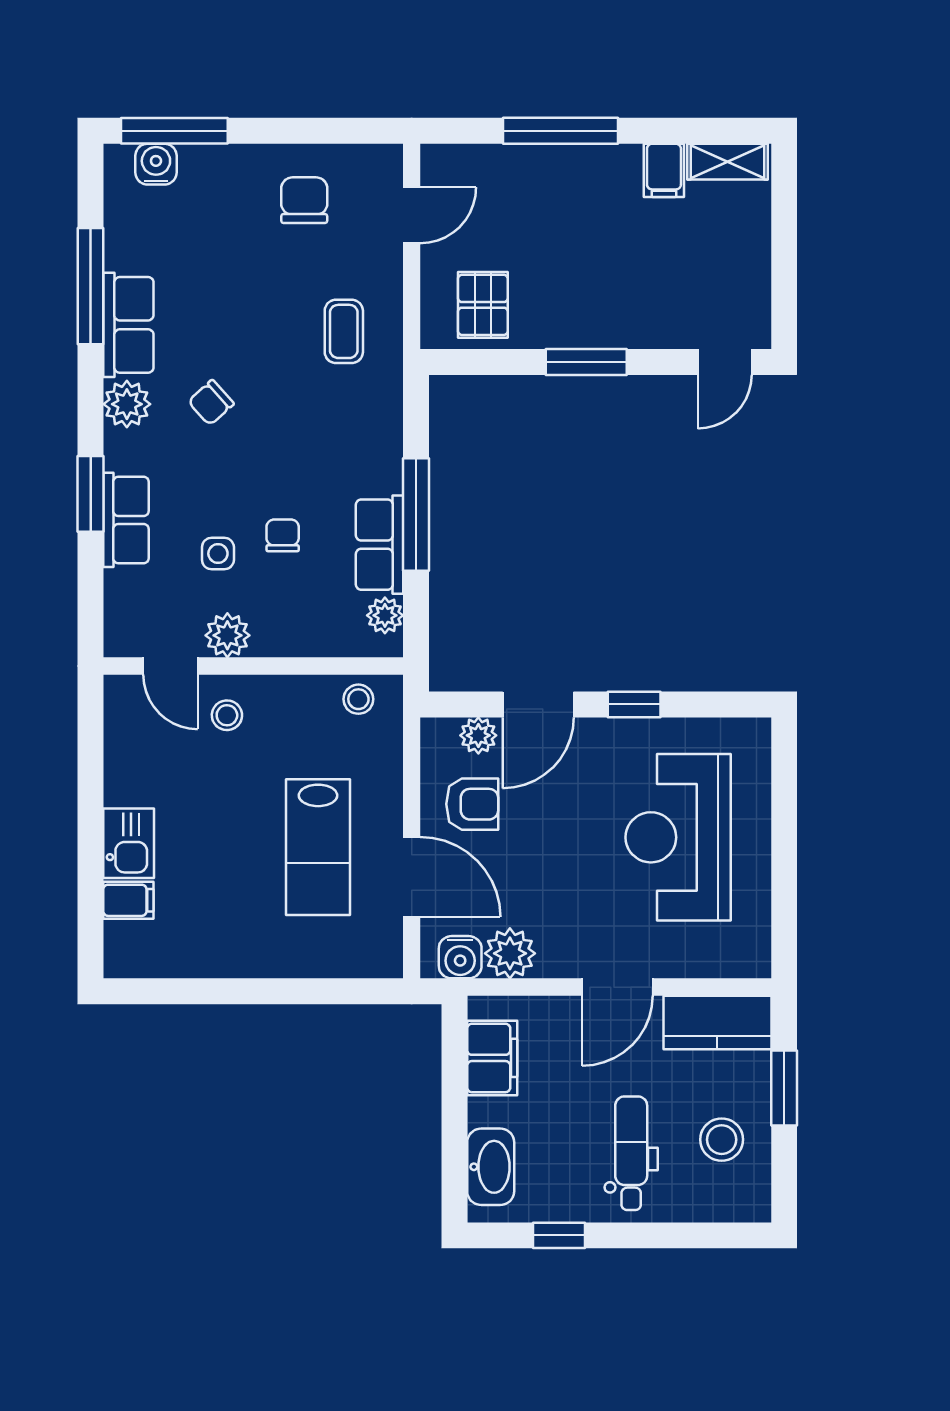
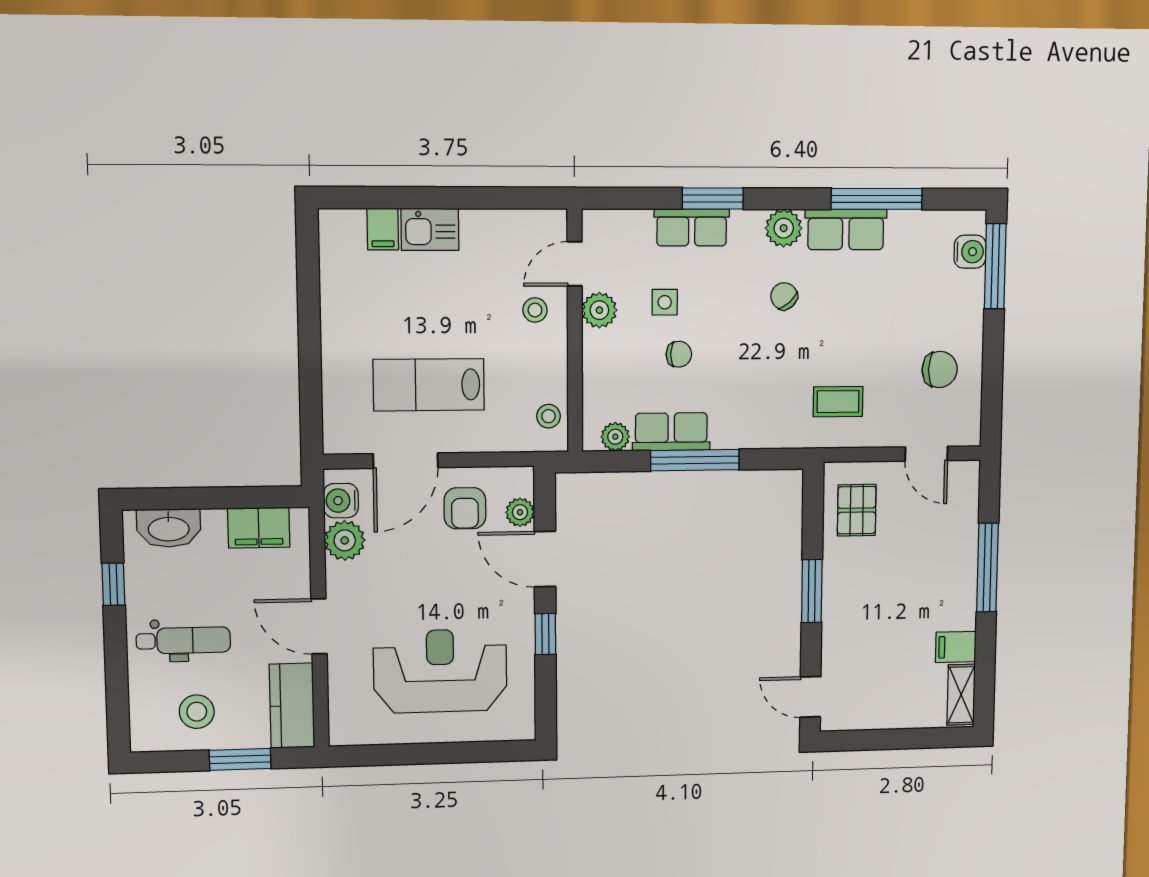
pallet: (483, 305) -> (857, 510), turned 90

